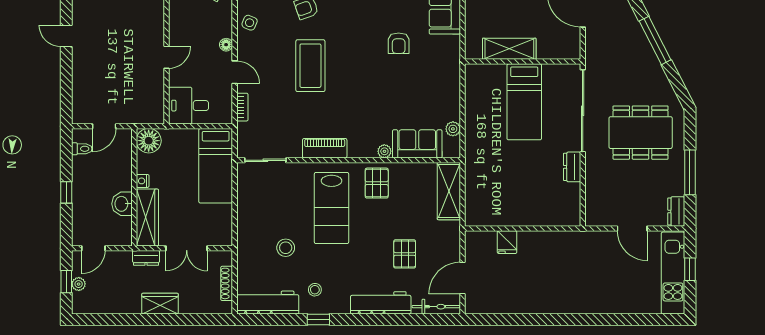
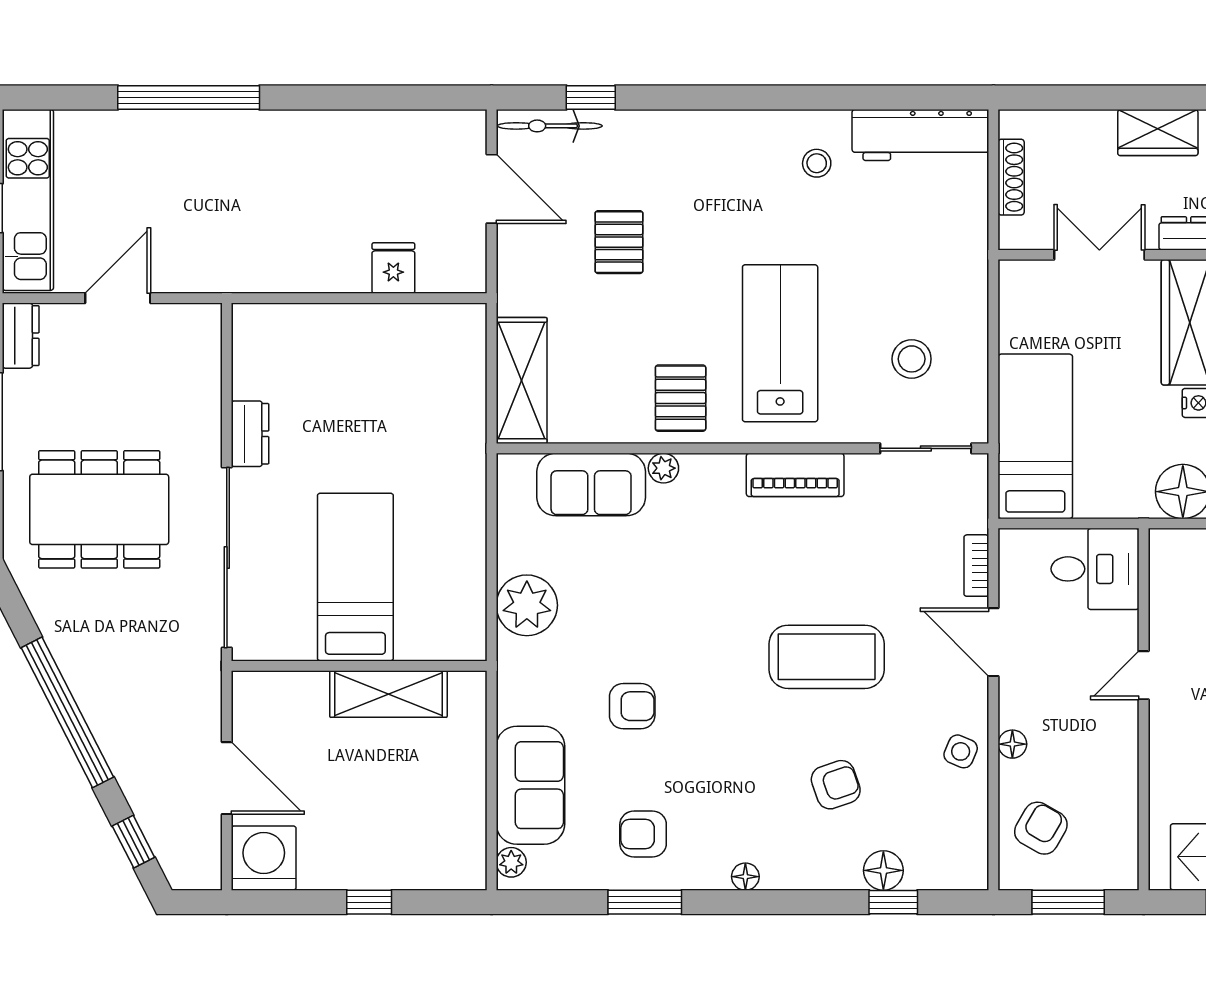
window: (655, 40) -> (67, 712), width x1.46
armchair: (399, 43) -> (632, 706), turned 90
floor lamp: (226, 45) -> (1012, 744), moved
coffee table: (310, 66) -> (827, 657), turned 90
door: (235, 72) -> (993, 642), width x1.38
plant: (453, 129) -> (527, 605), moved, width x1.88, depth x1.88
door: (632, 228) -> (118, 298), hinge flipped
stool: (286, 248) -> (912, 359), moved
door: (462, 278) -> (492, 189), hinge flipped
workbench: (381, 303) -> (672, 134), removed
window: (318, 320) -> (591, 97), moved
window: (600, 320) -> (189, 97), added

